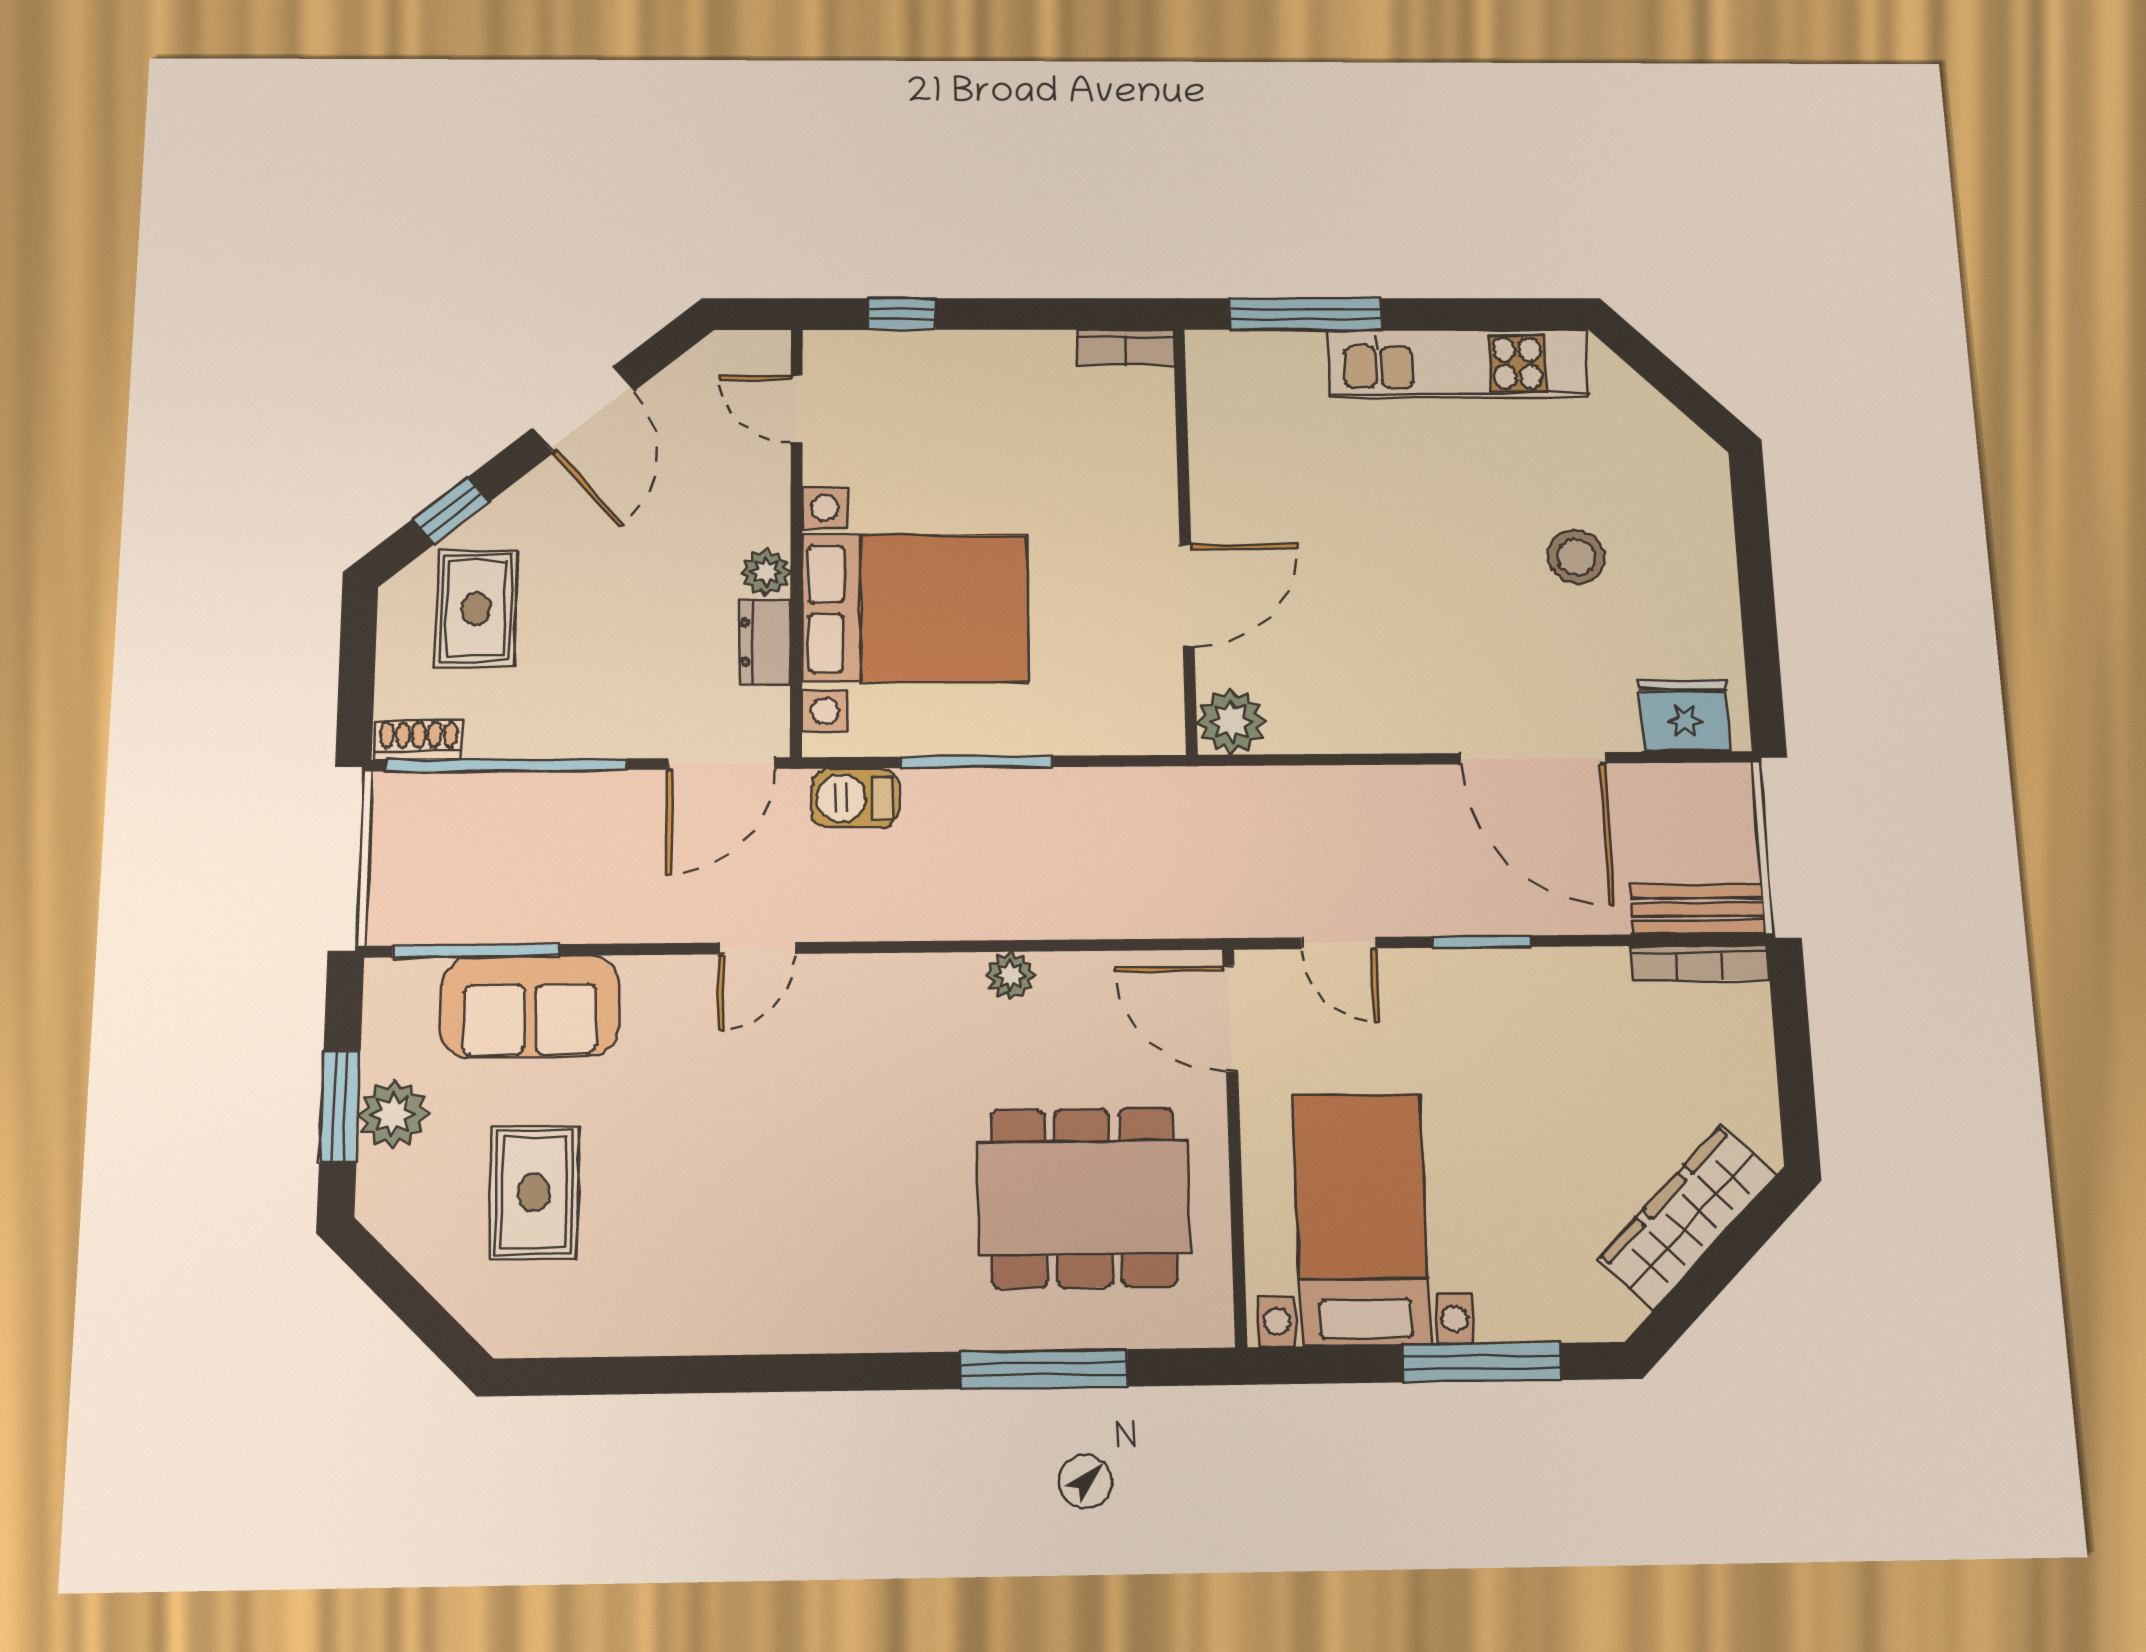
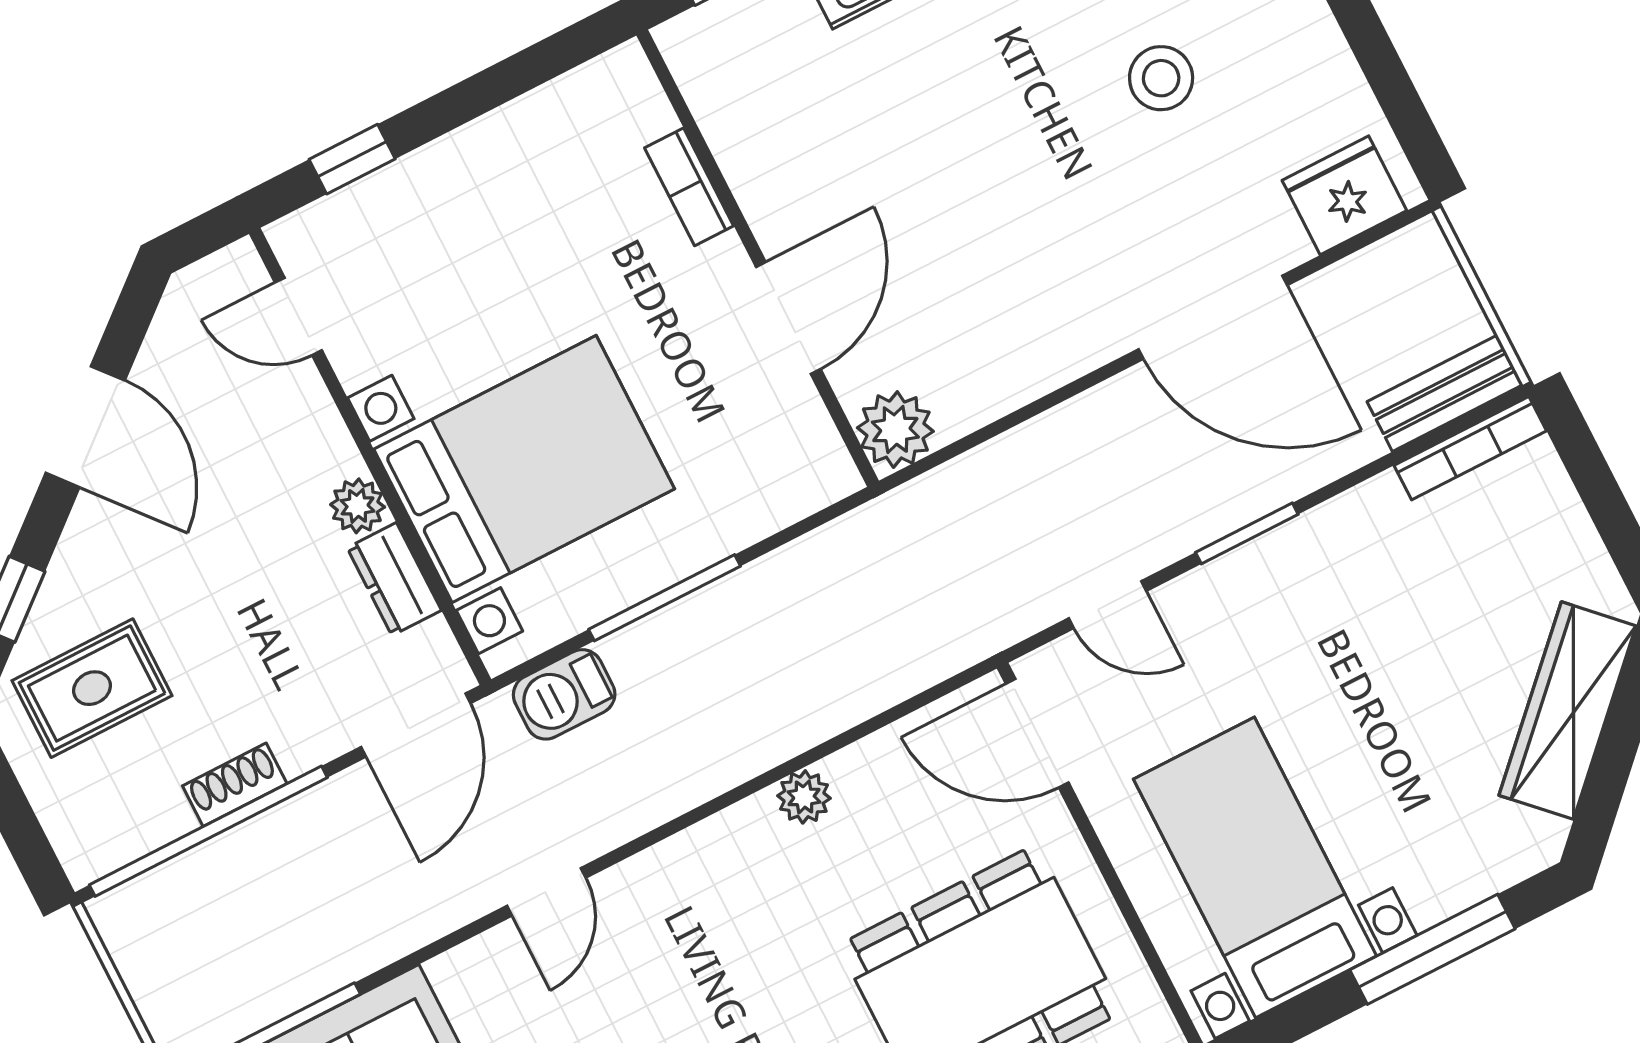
bookcase: (1126, 348) -> (689, 187), moved, turned 90
rug: (476, 609) -> (92, 688), turned 90
shoe rack: (419, 740) -> (235, 785), moved

